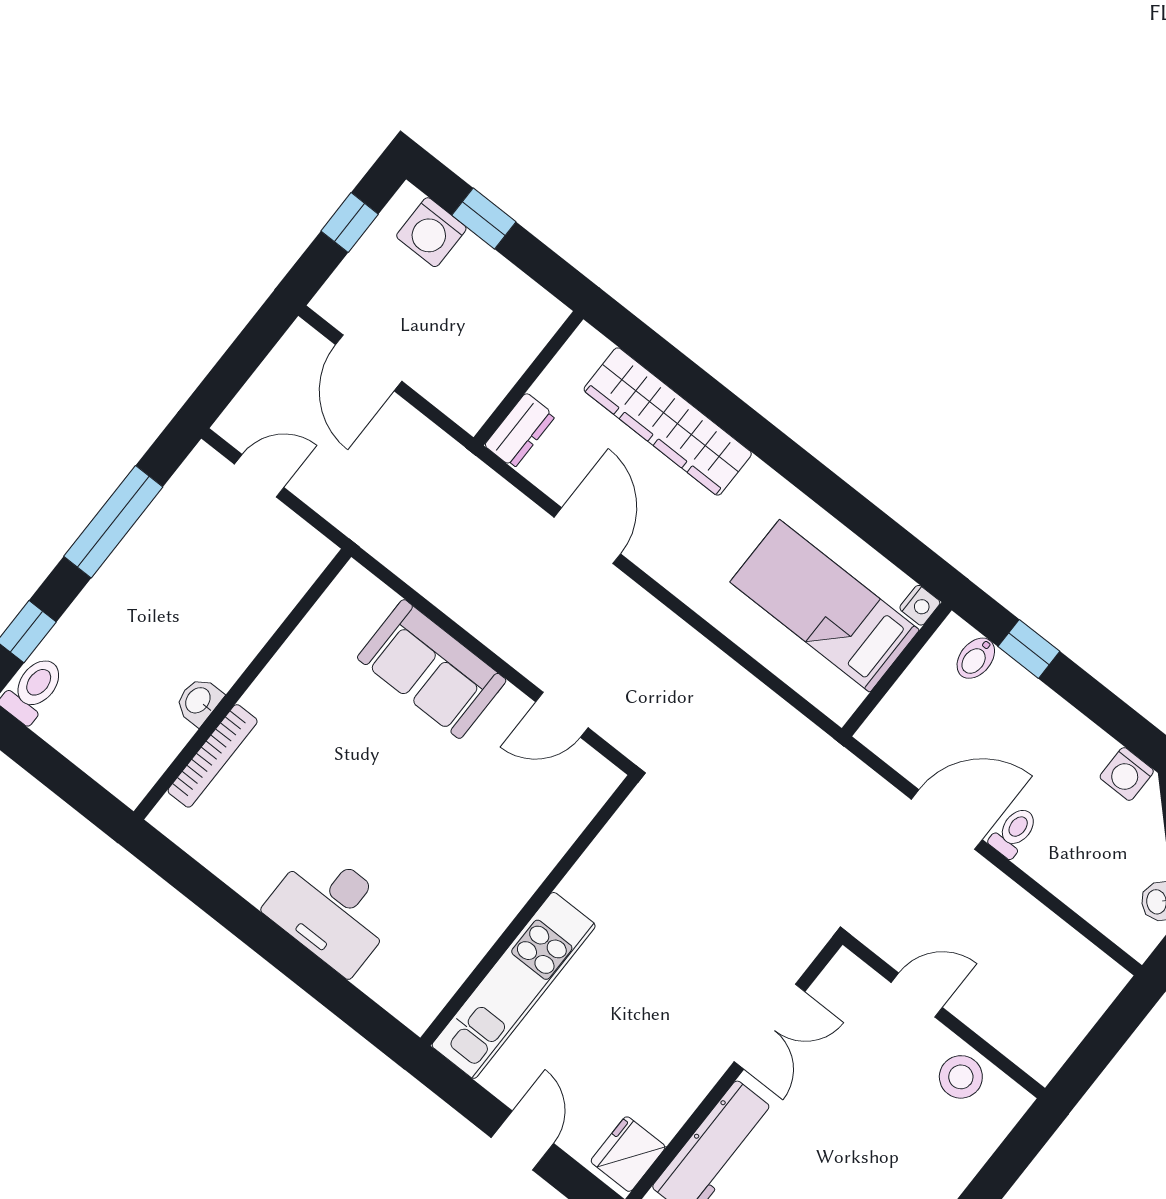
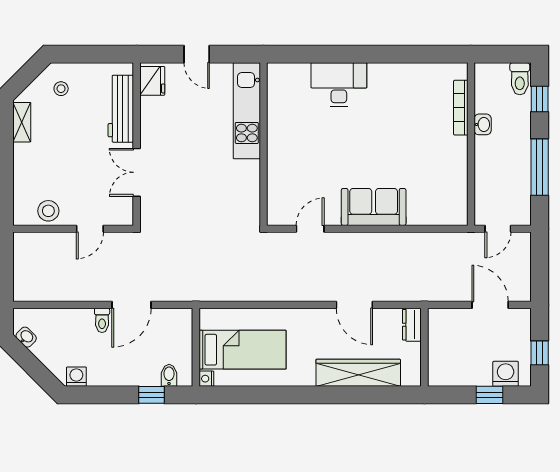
wall: (243, 684) -> (471, 144), moved
washbasin: (199, 701) -> (483, 124), moved
bookcase: (213, 756) -> (461, 108), moved

